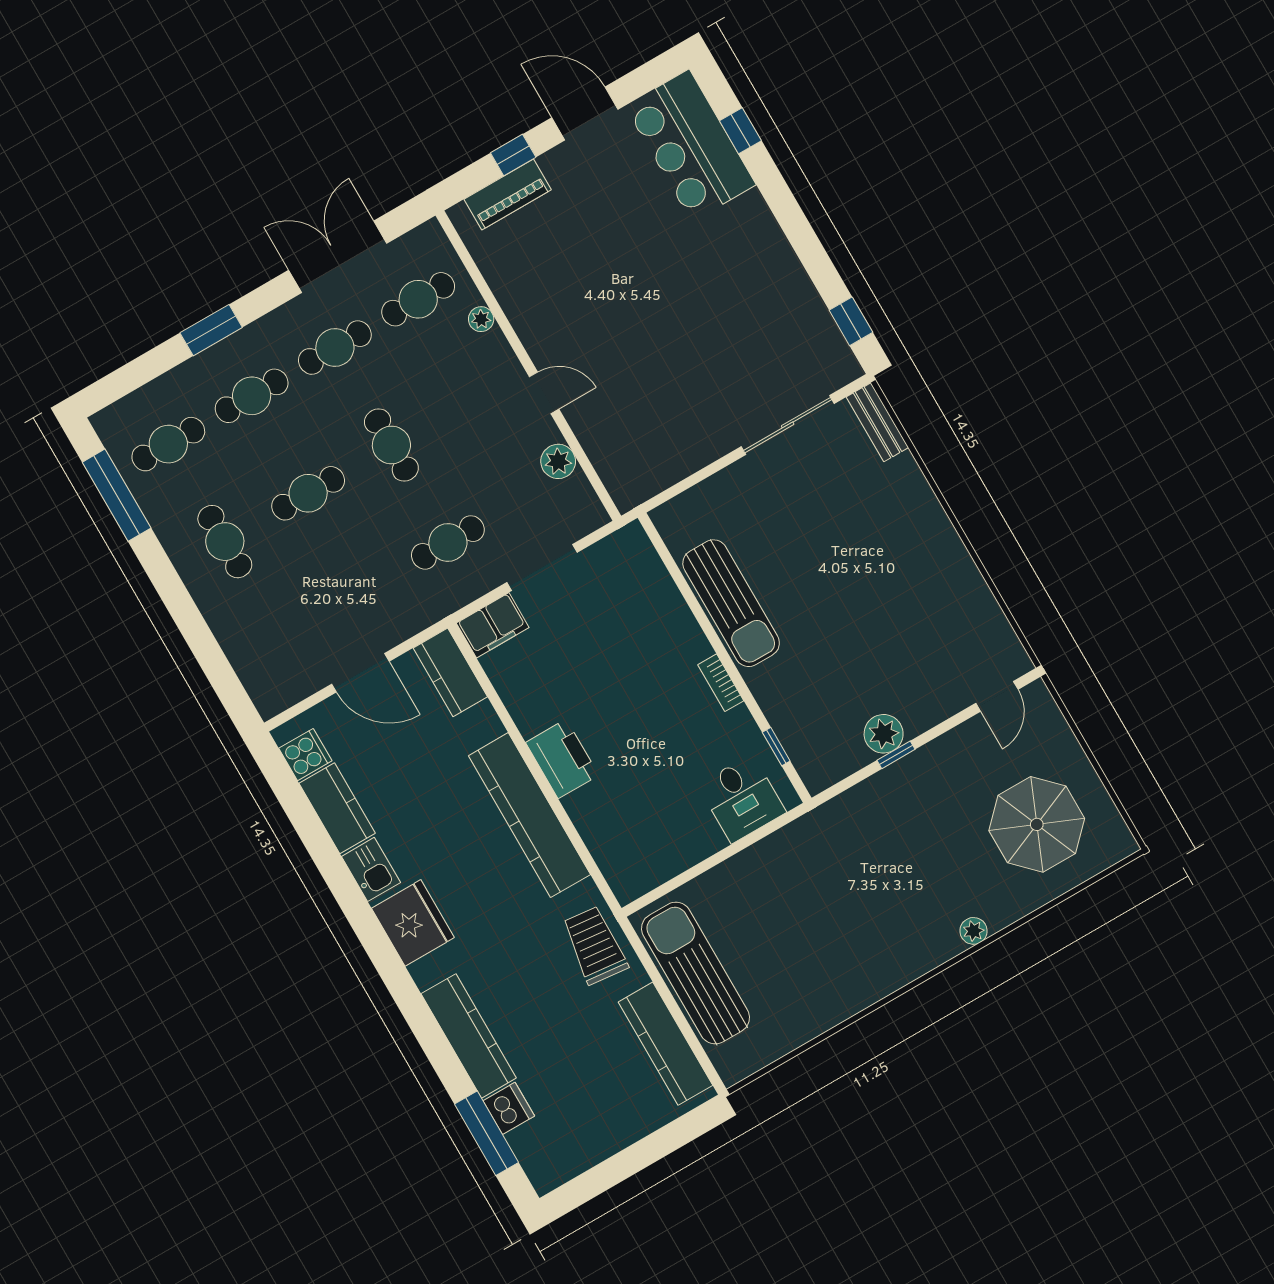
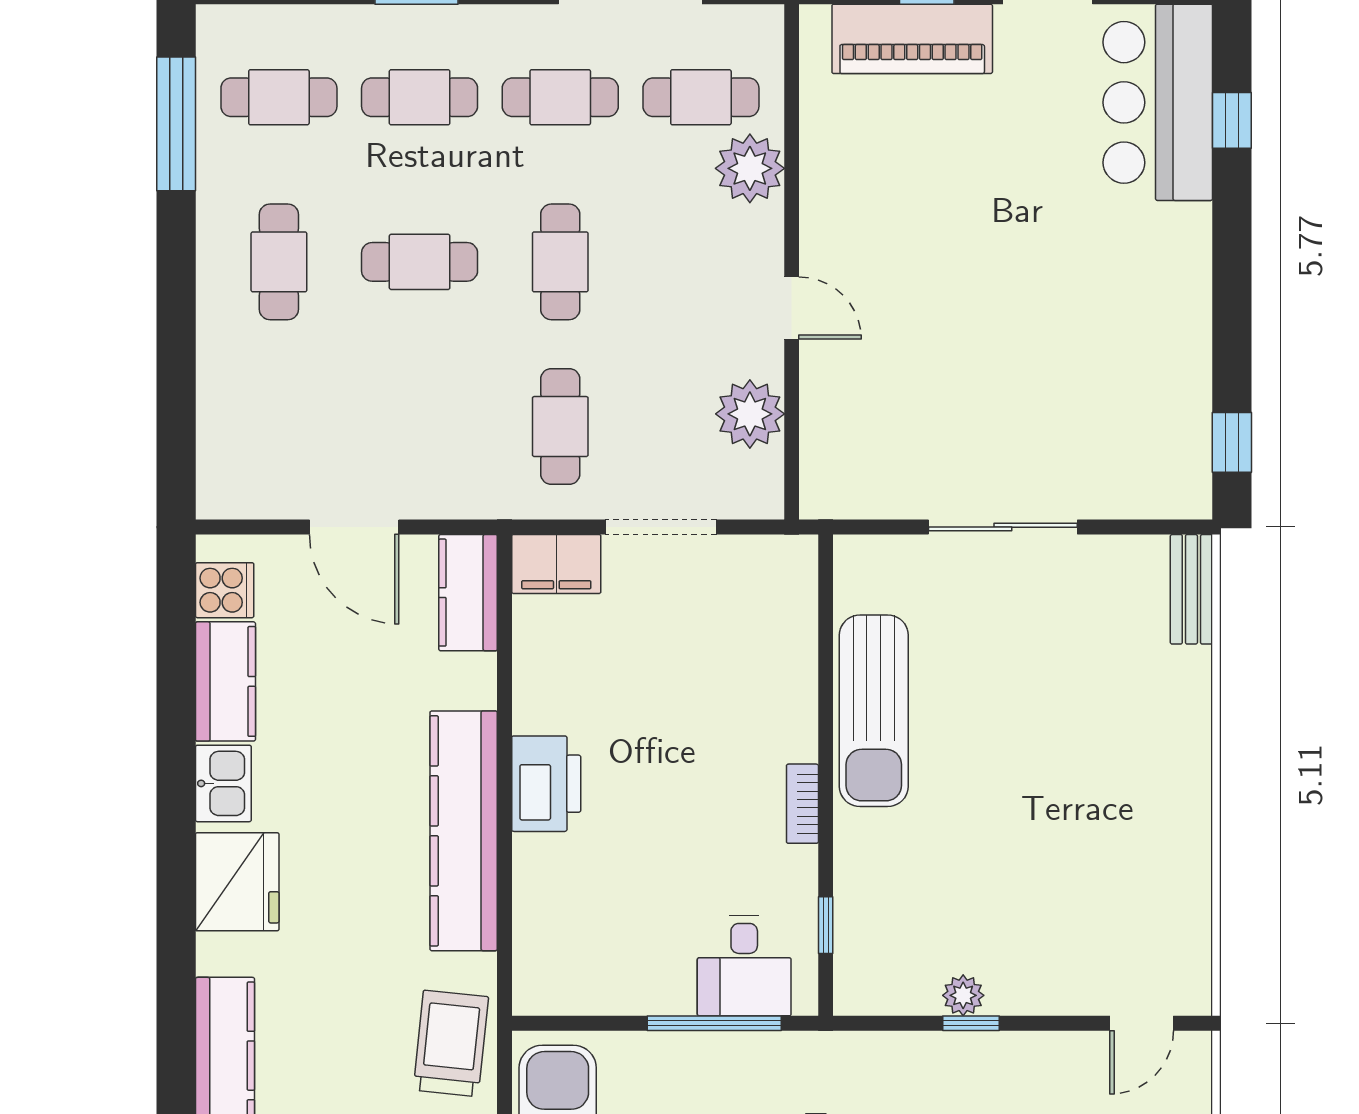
piano: (508, 194) -> (912, 39), width x1.37, depth x1.33
plant: (481, 319) -> (750, 168), width x1.88, depth x1.88
sliding door: (788, 425) -> (1003, 527), moved
plant: (558, 461) -> (750, 414), width x1.36, depth x1.36
cafe table: (448, 542) -> (560, 427), turned 90
plant: (884, 734) -> (963, 995), width x0.73, depth x0.73
window: (744, 843) -> (714, 1023), added

